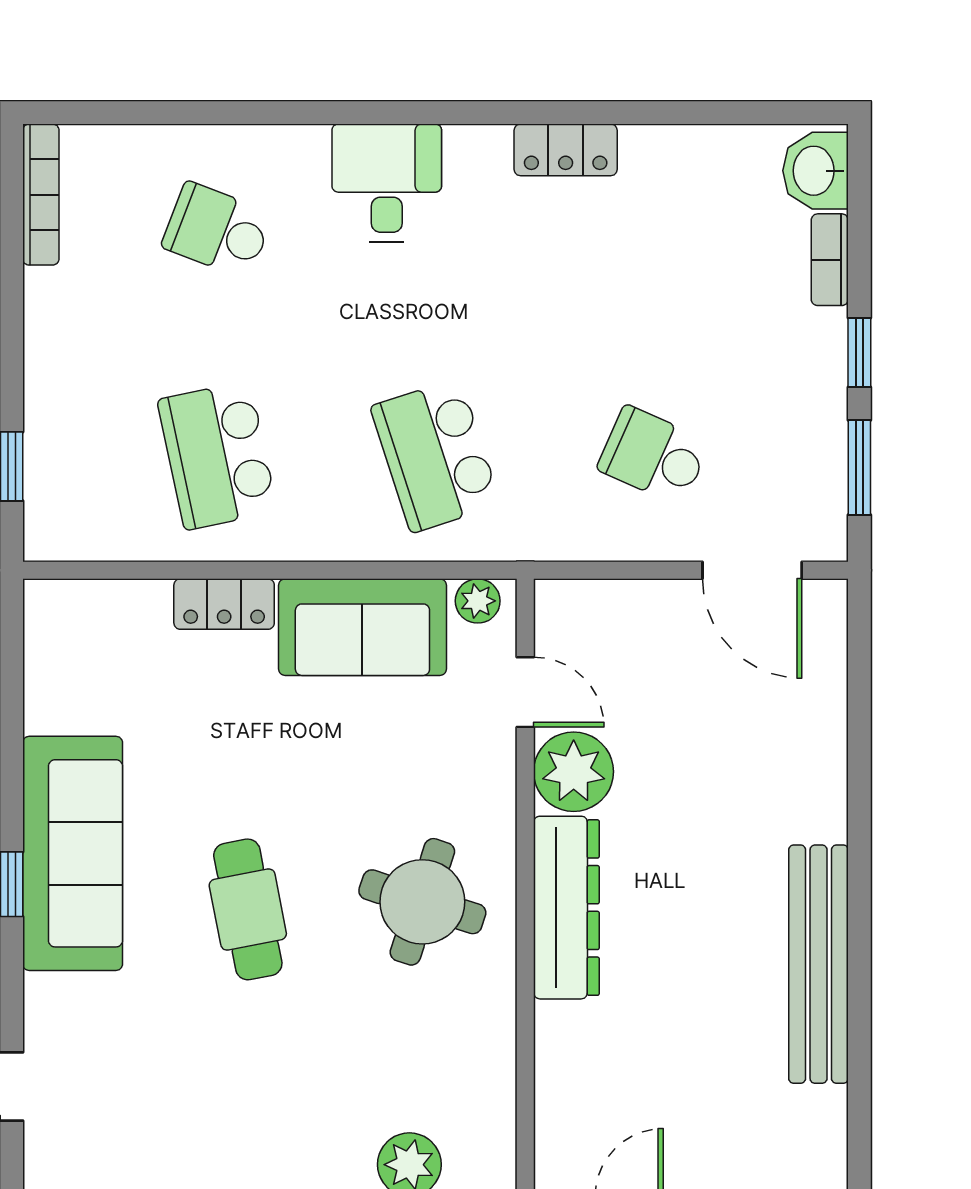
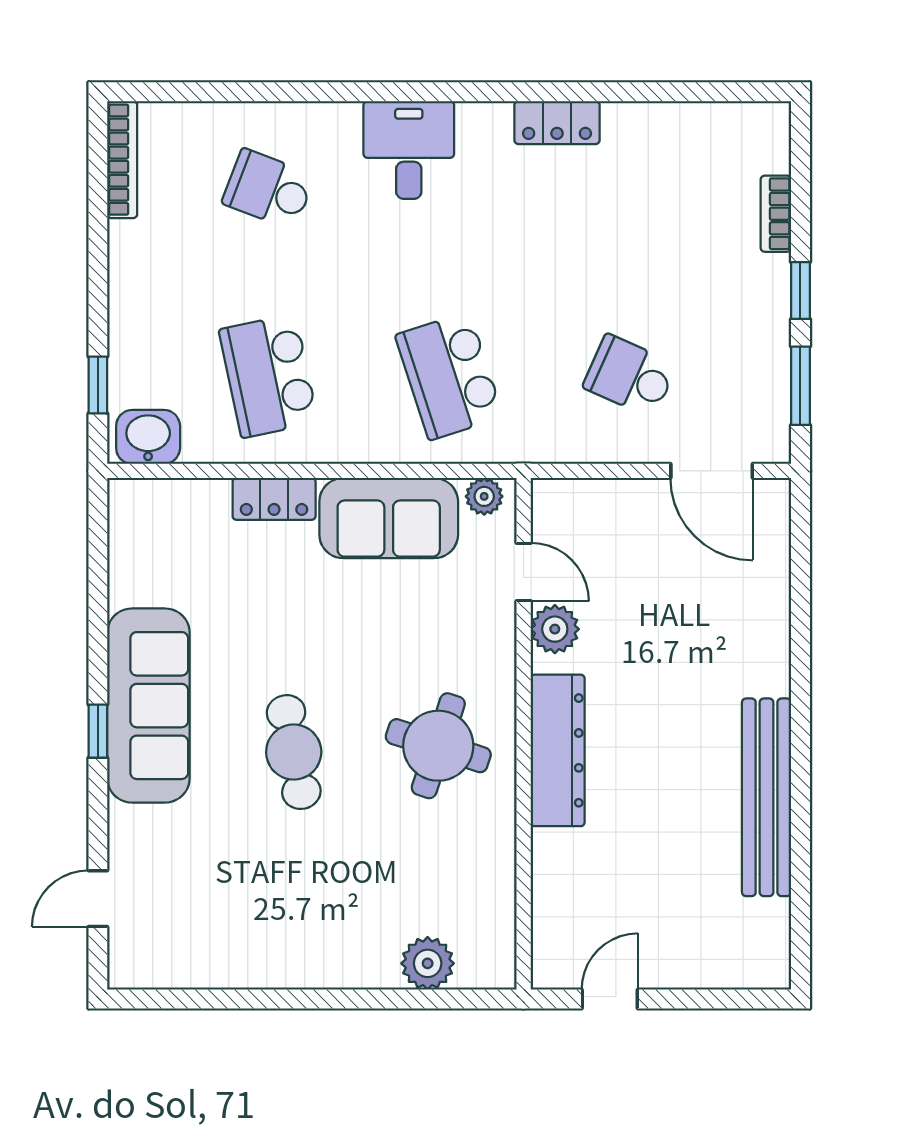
washbasin: (816, 171) -> (148, 437), moved, turned 90
plant: (574, 772) -> (555, 629), width x0.73, depth x0.73

